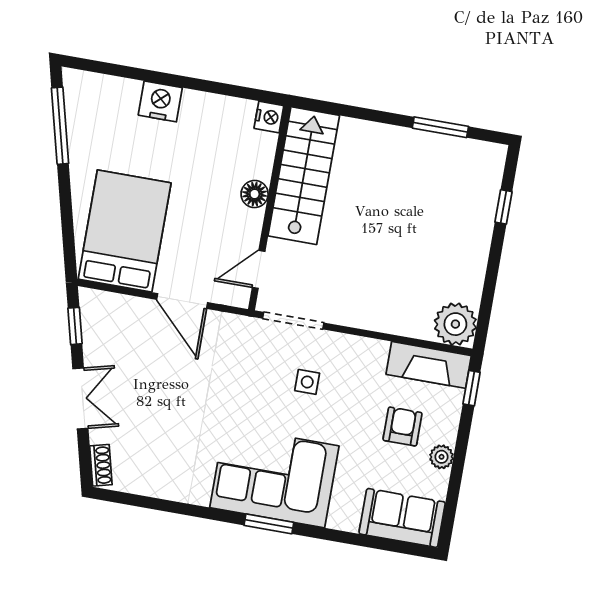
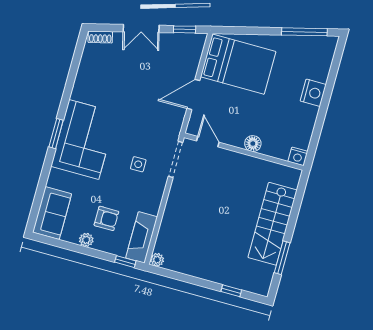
stairs: (304, 176) -> (273, 224), moved, turned 90
plant: (455, 324) -> (157, 260), width x0.53, depth x0.53

